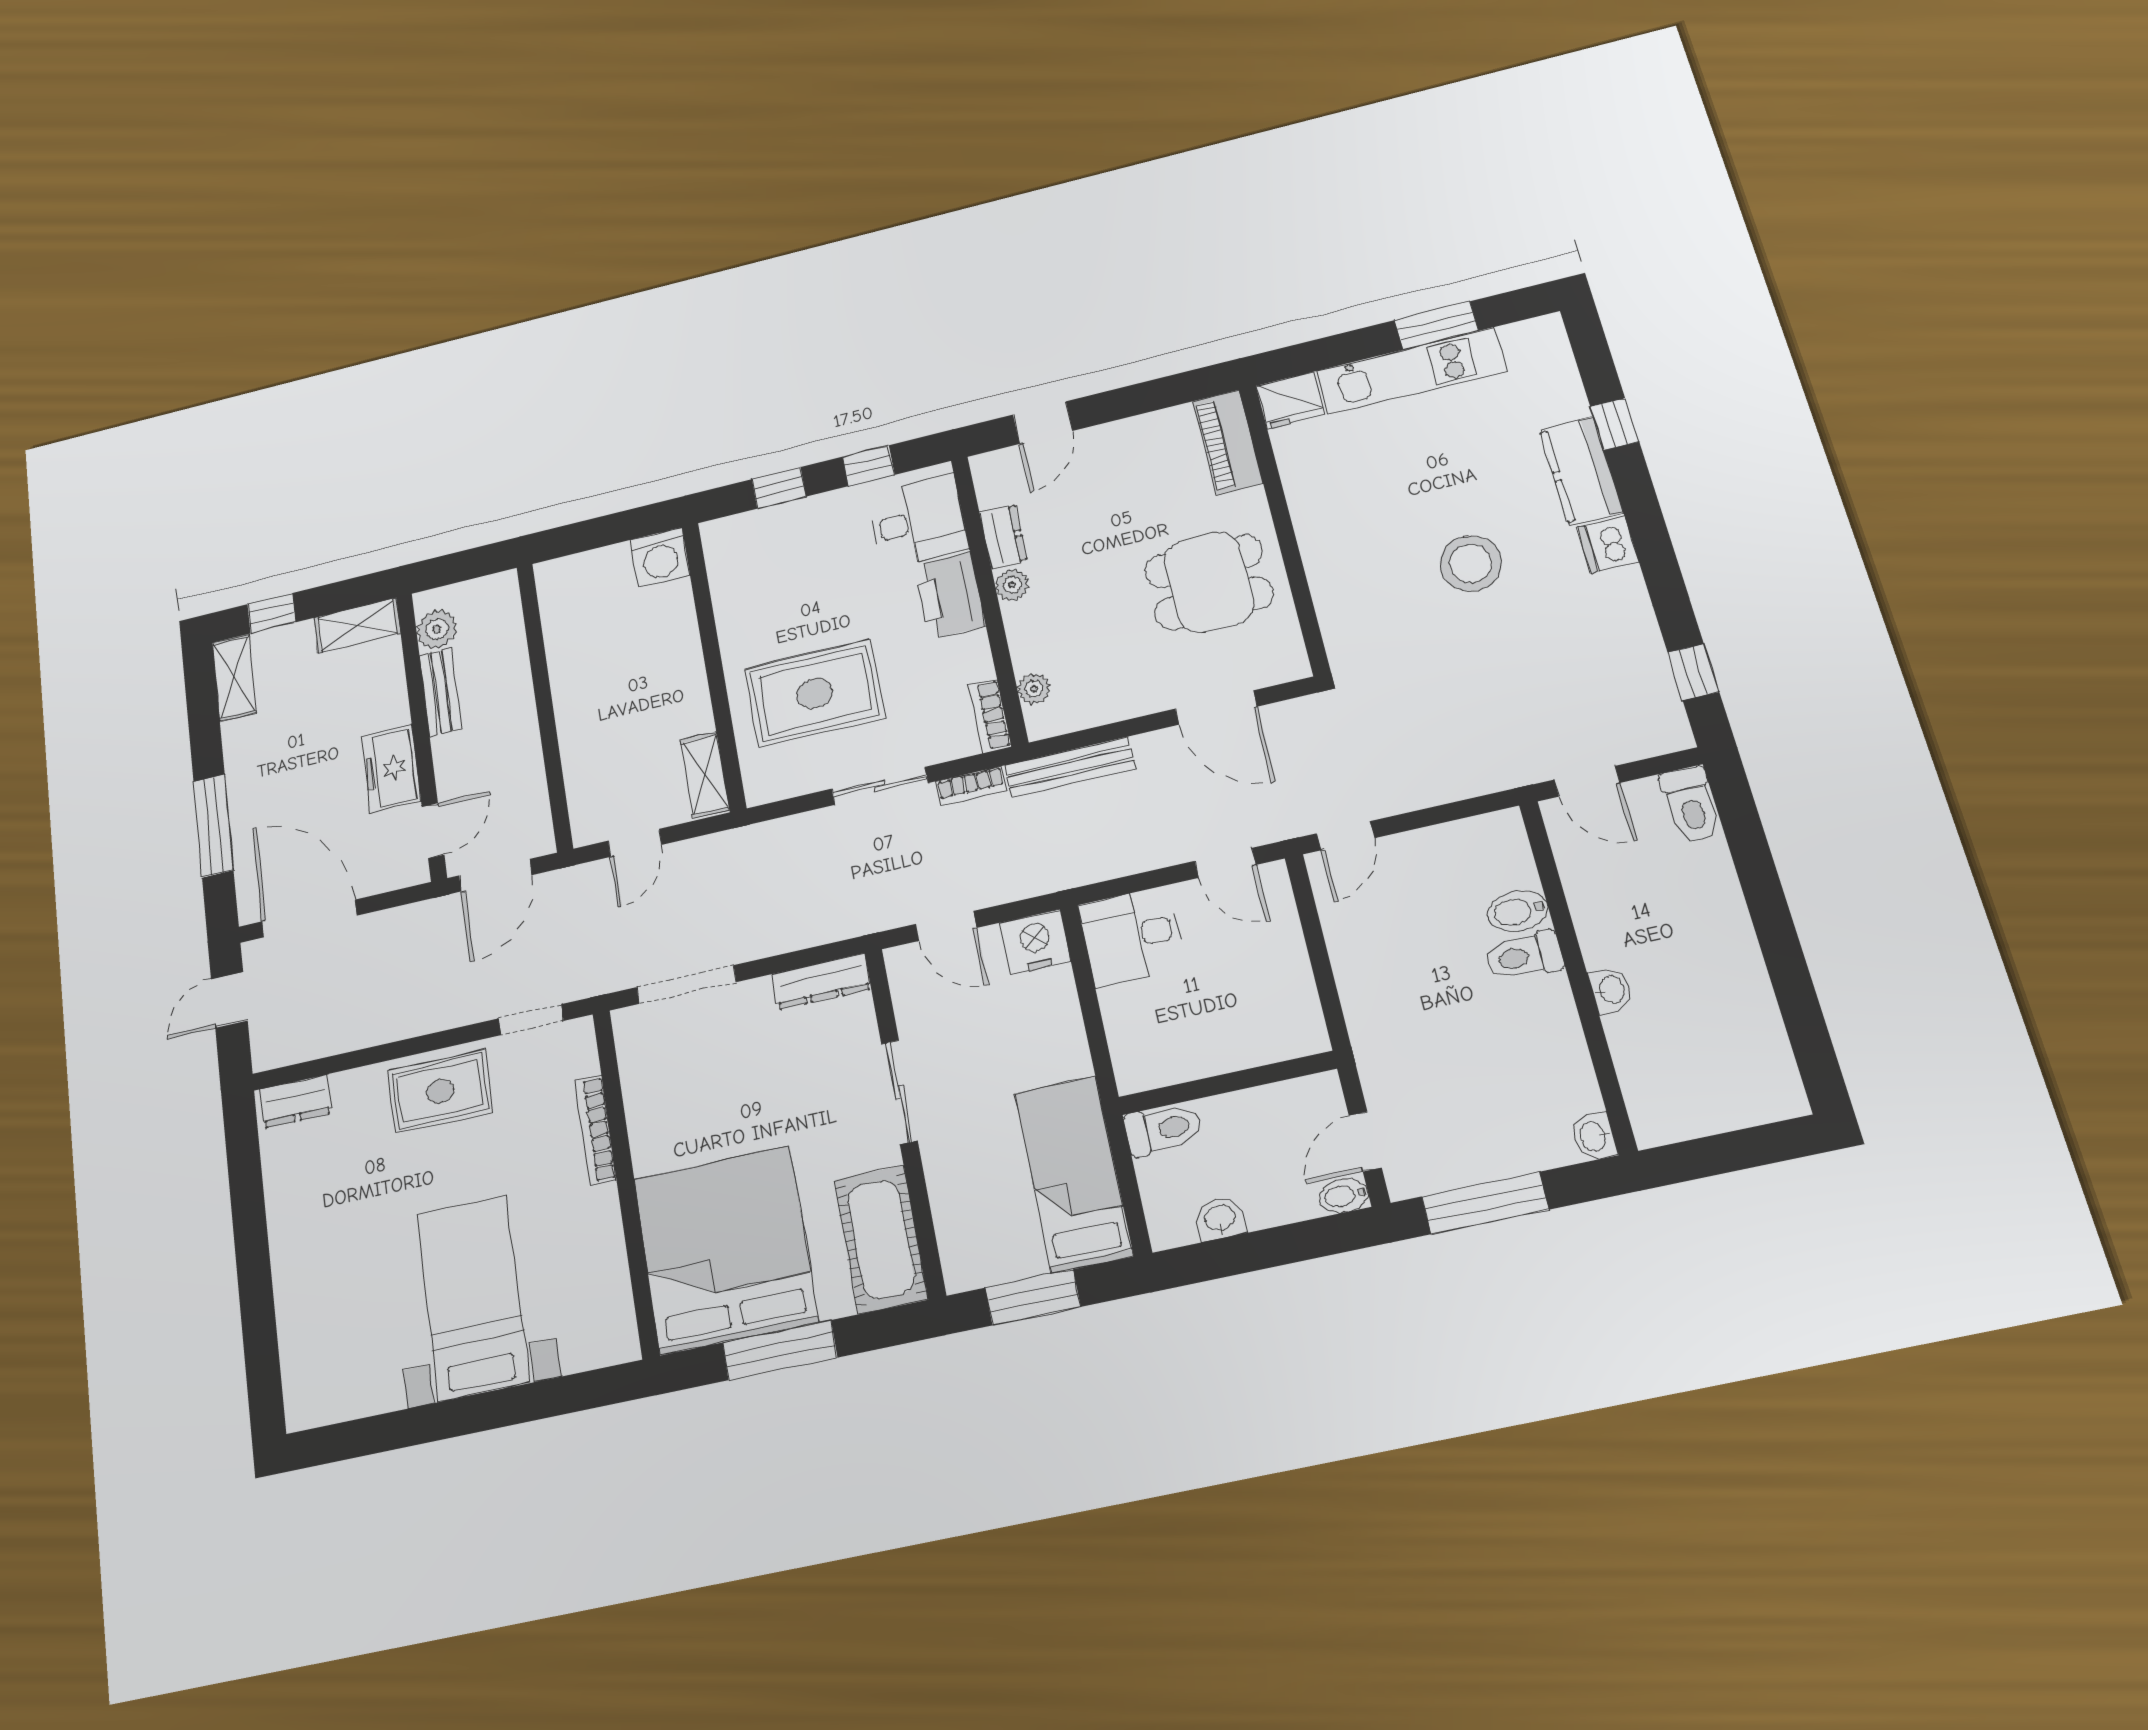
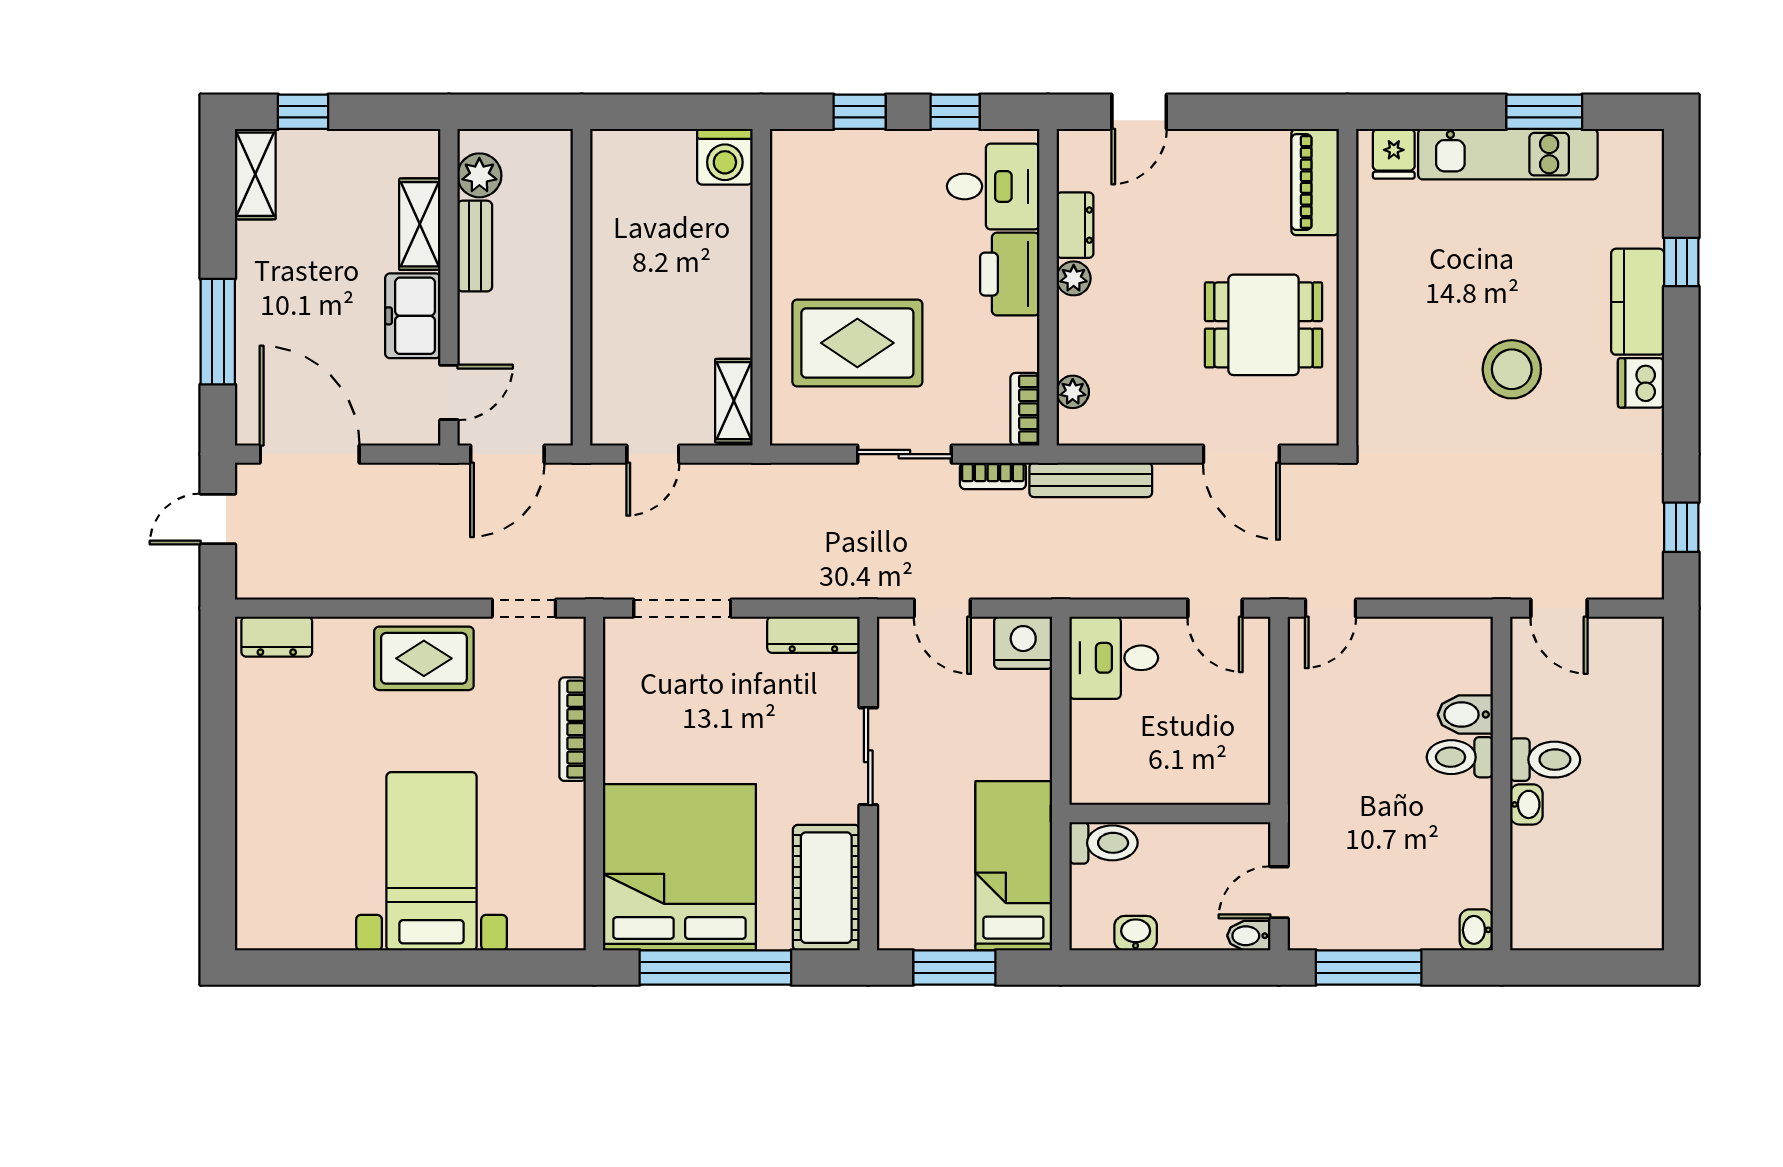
fridge: (1290, 400) -> (1394, 154), width x0.72
shelving: (357, 625) -> (420, 224), moved, turned 90
toilet: (1691, 805) -> (1545, 760), moved, turned -90
window: (780, 1350) -> (715, 968), width x1.46

